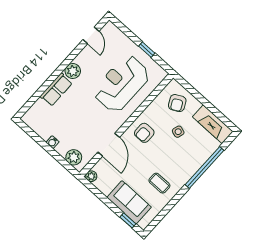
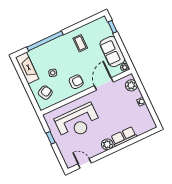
door: (91, 35) -> (85, 163), hinge flipped
sofa: (129, 202) -> (112, 52), moved

